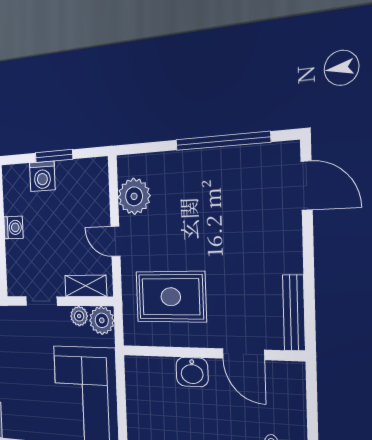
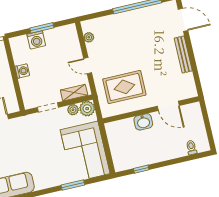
plant: (134, 196) -> (89, 37), width x0.53, depth x0.53
bench: (294, 313) -> (183, 54), moved

